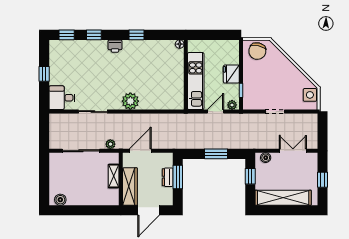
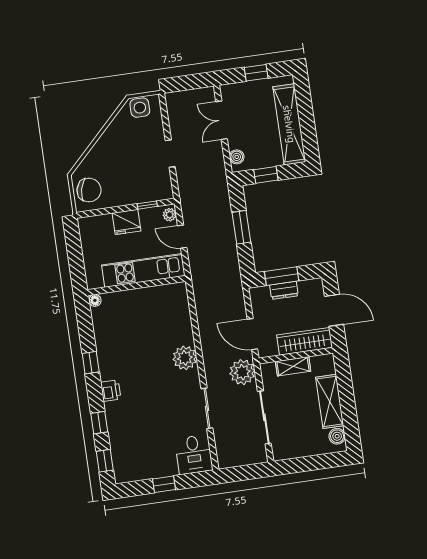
plant: (110, 144) -> (242, 372), width x1.88, depth x1.88
shelving: (85, 198) -> (330, 401), added

